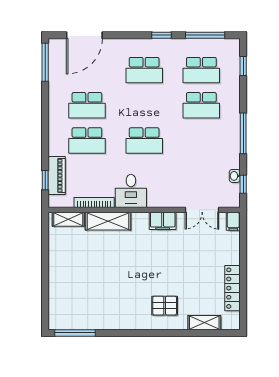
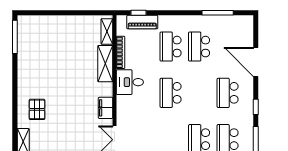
door: (84, 35) -> (256, 62), moved
window: (45, 62) -> (218, 13), moved

